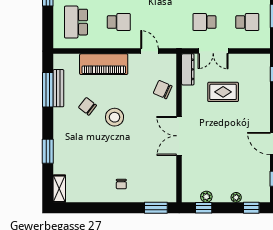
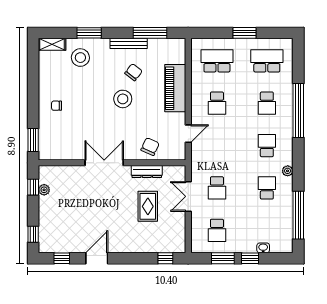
school desk: (204, 22) -> (217, 188), turned 180
dresser: (188, 69) -> (147, 171), moved
bench: (58, 88) -> (129, 43), moved
stool: (73, 160) -> (80, 58), added
plant: (236, 197) -> (43, 219), removed

